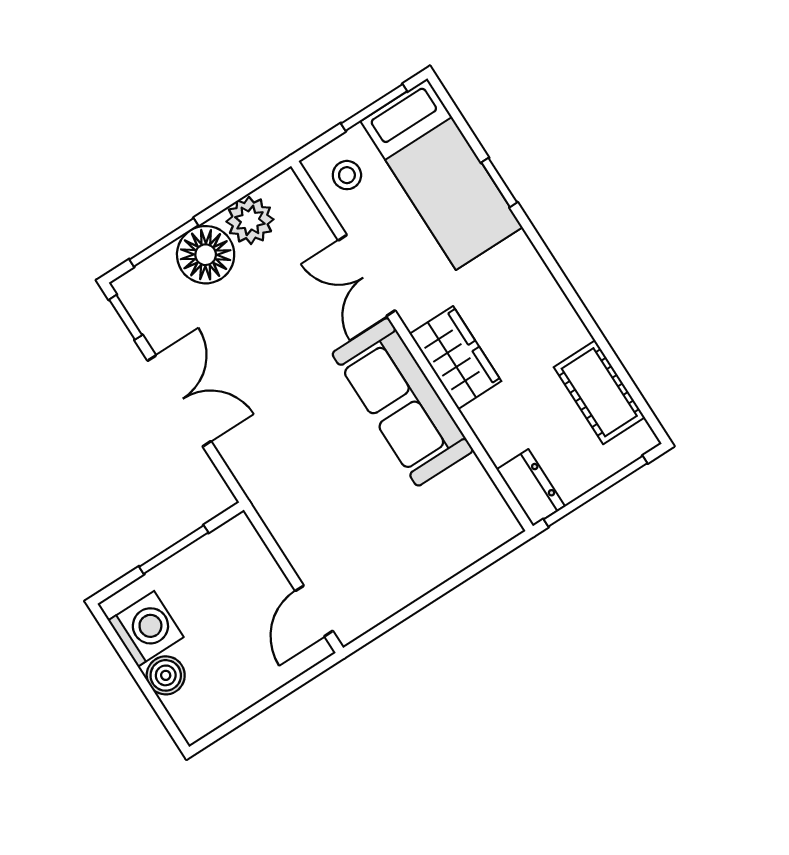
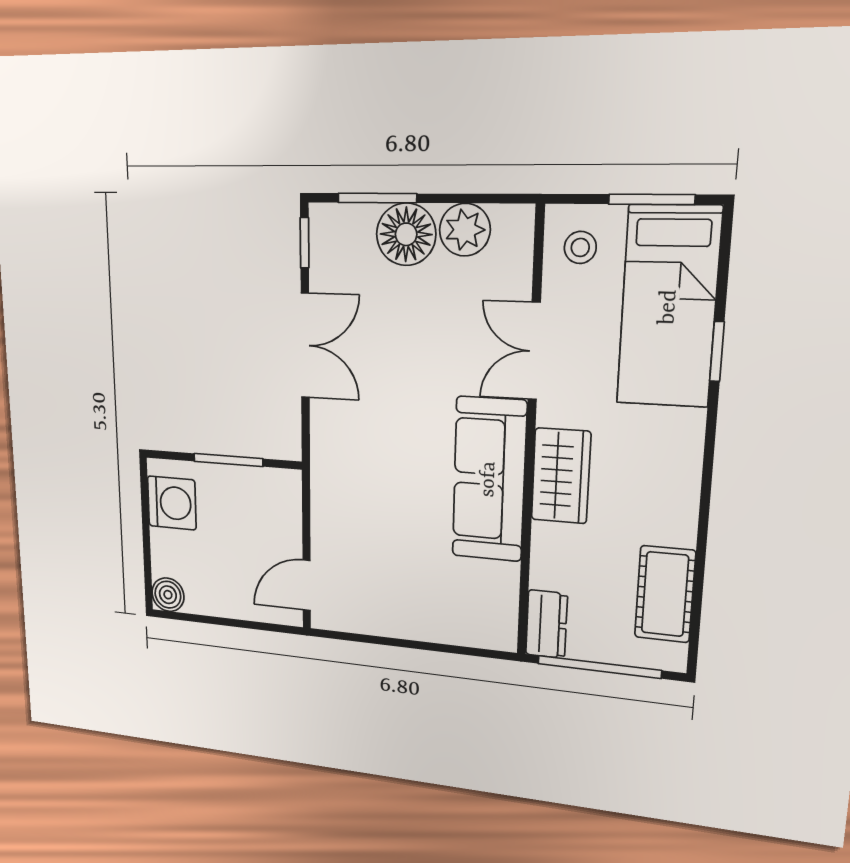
boiler: (166, 675) -> (168, 595), moved

